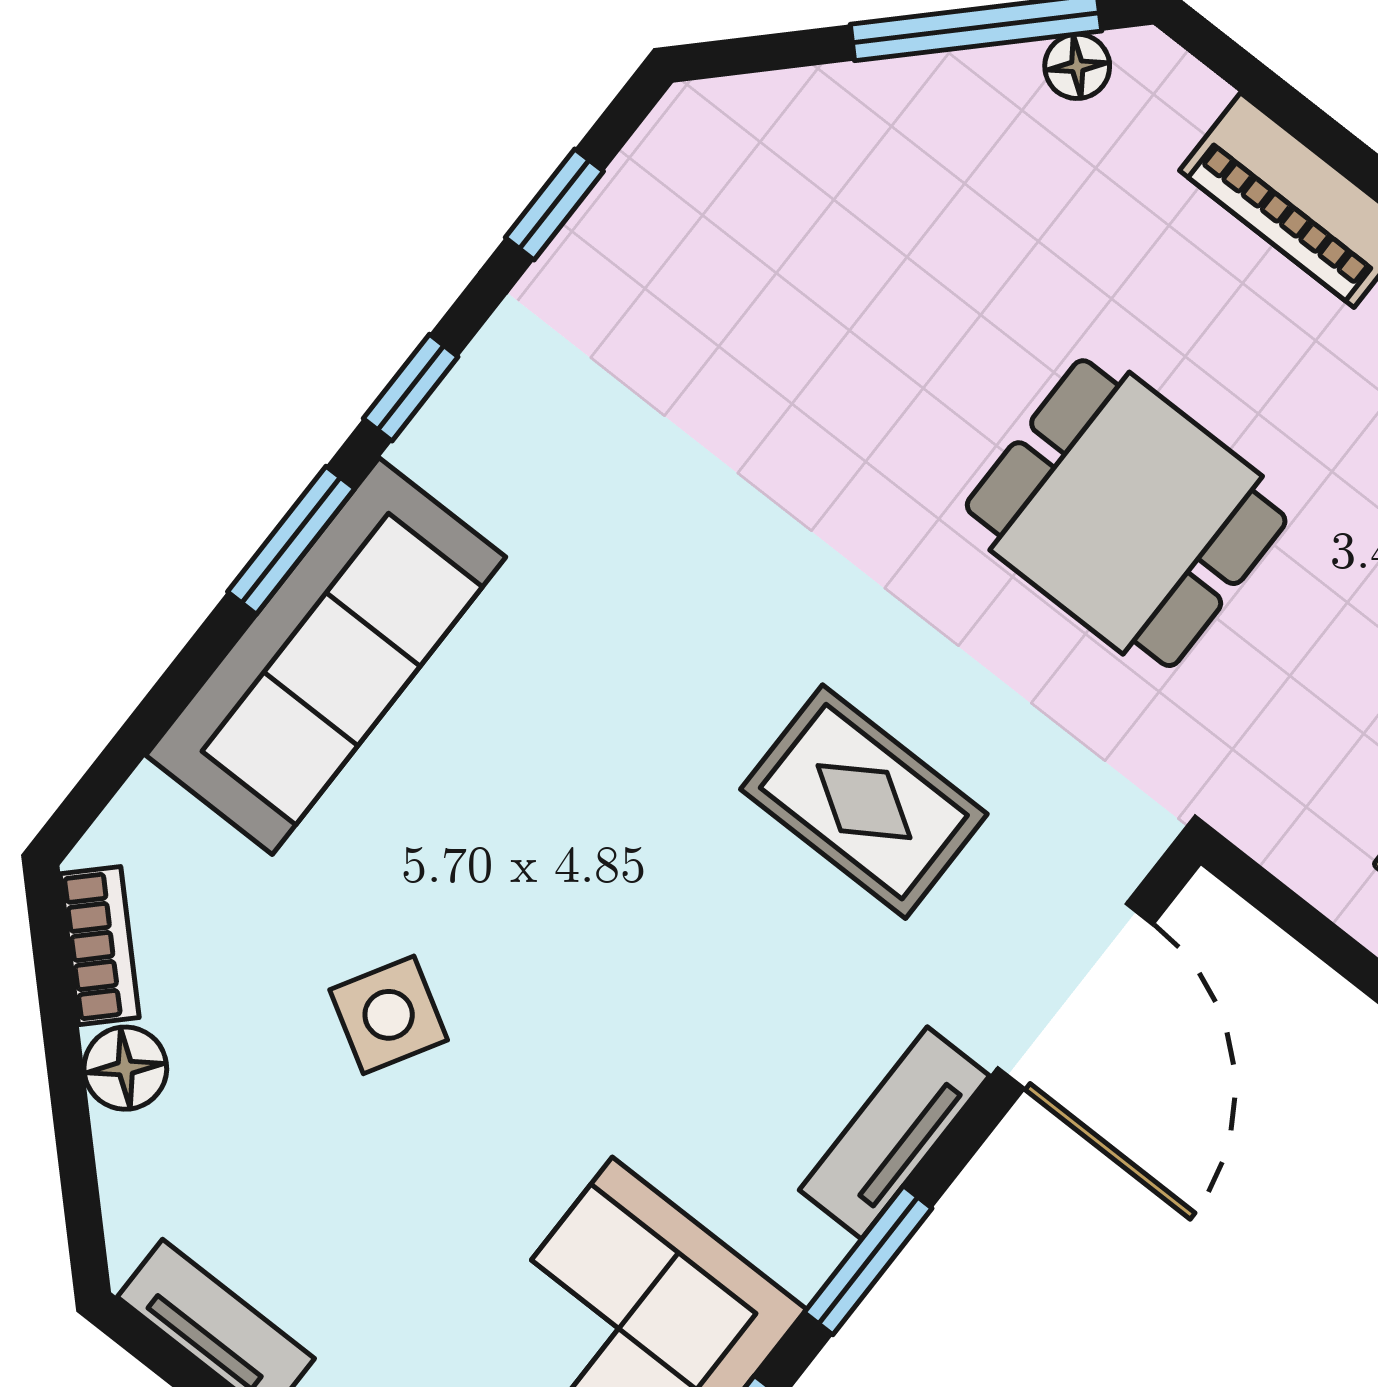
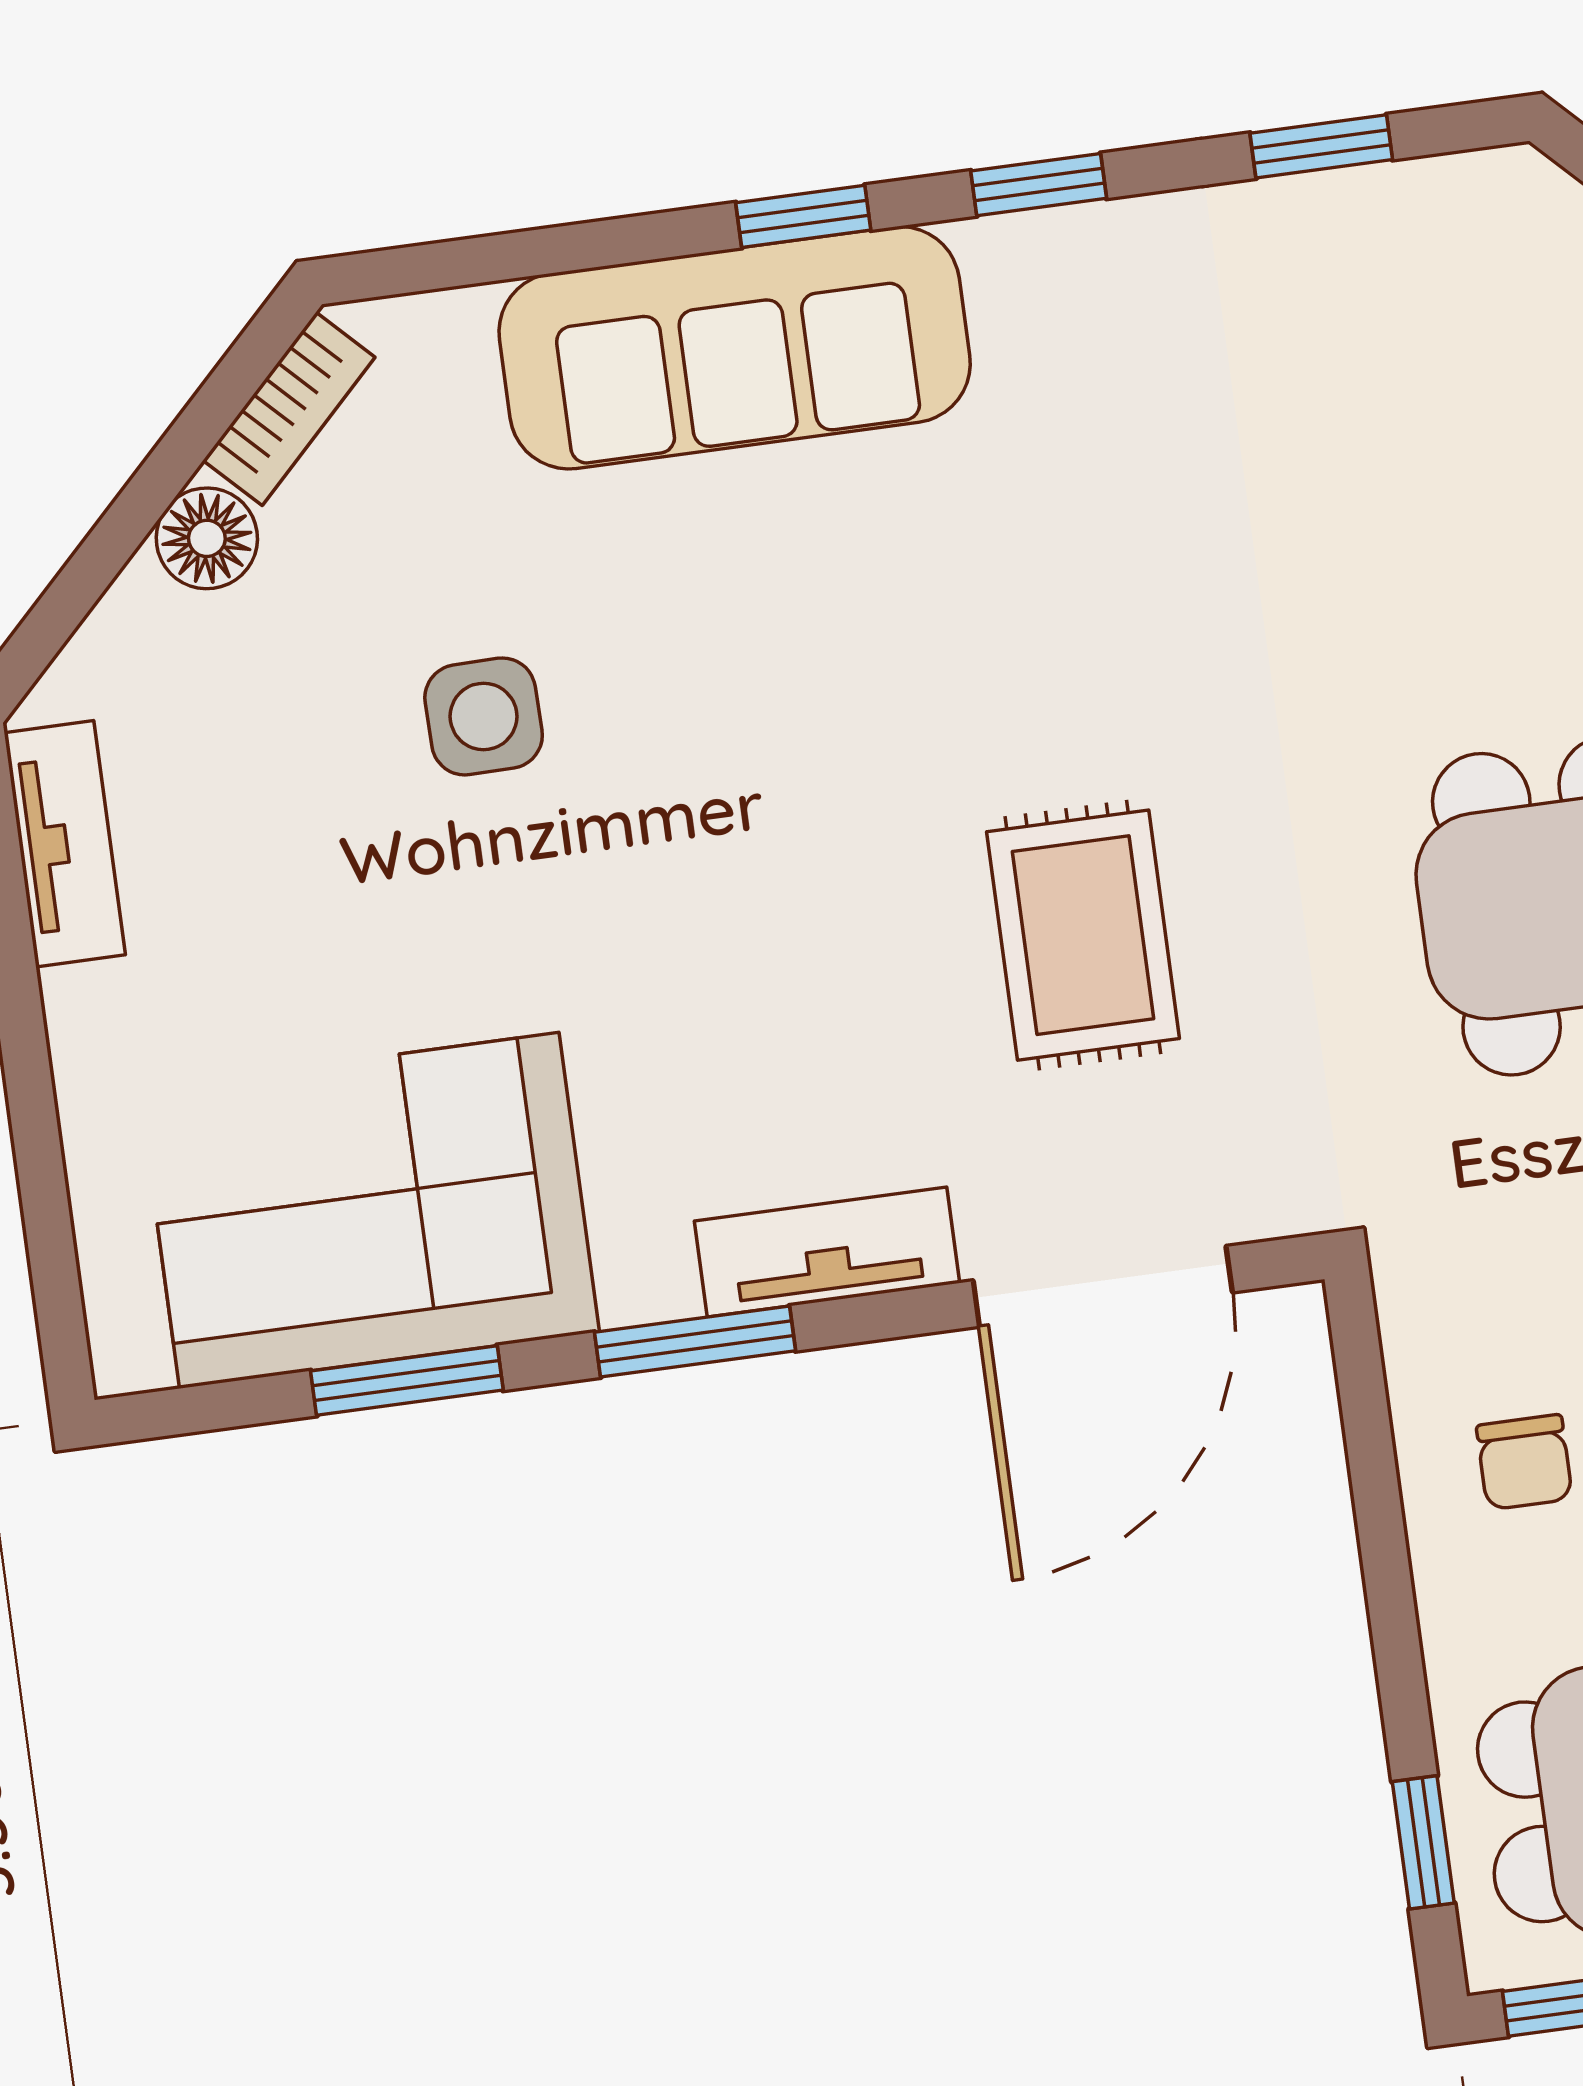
window: (291, 540) -> (803, 216), width x0.67
side table: (389, 1015) -> (484, 716), turned -31

